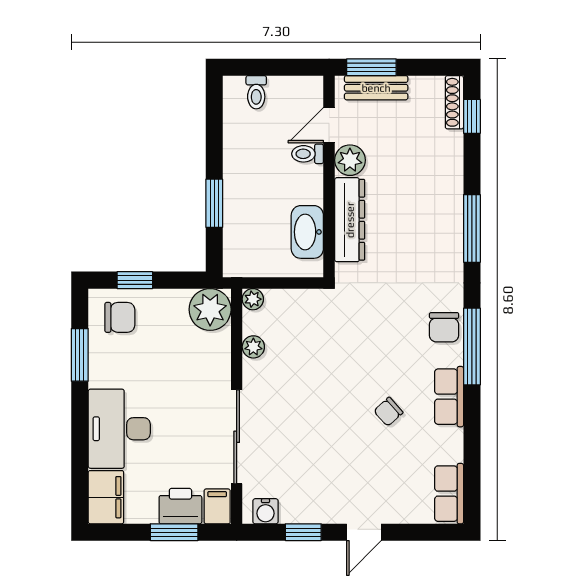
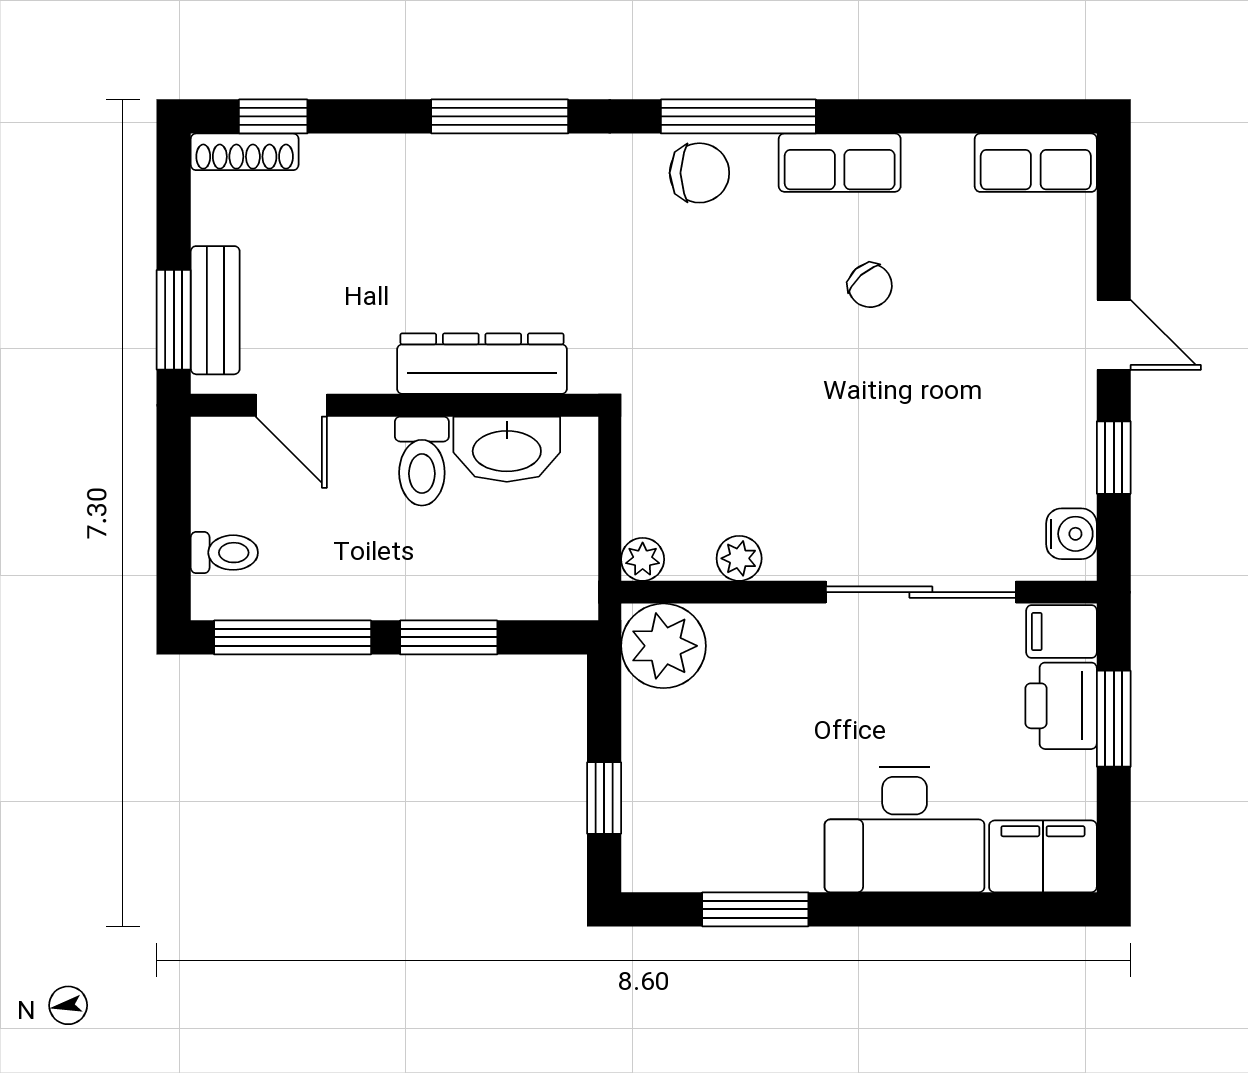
window: (214, 126) -> (293, 637), added
toilet: (308, 154) -> (422, 461), moved, width x1.37, depth x1.39
plant: (350, 160) -> (362, 363), removed
chair: (120, 317) -> (679, 828), removed

